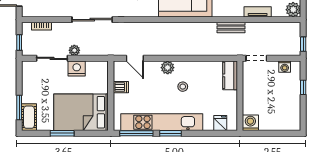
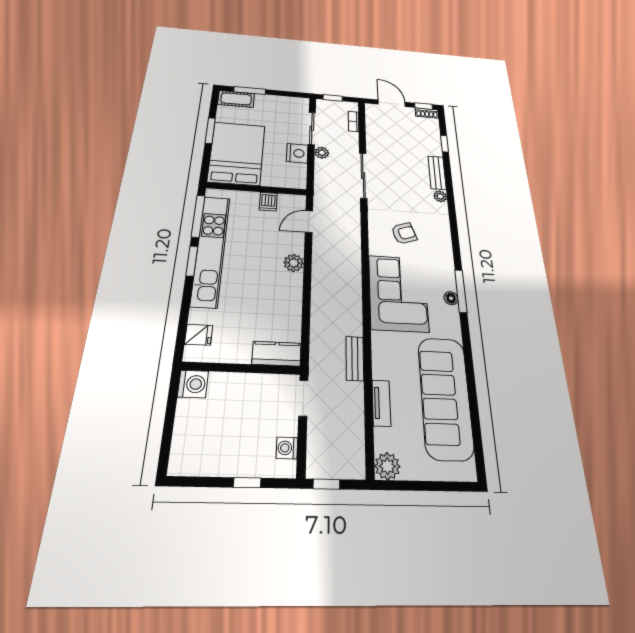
stool: (183, 87) -> (263, 282), removed

